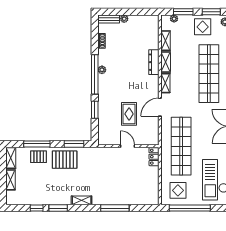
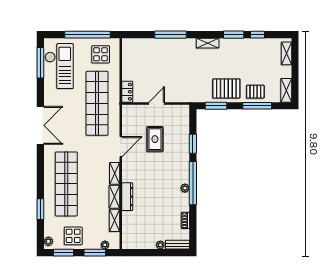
door: (127, 146) -> (157, 103), swing flipped
shelving: (11, 180) -> (286, 53), moved

